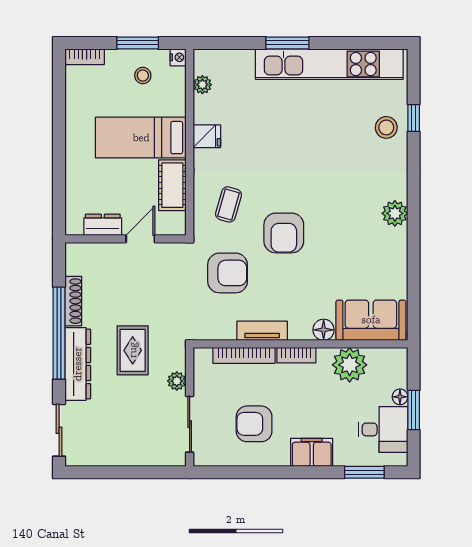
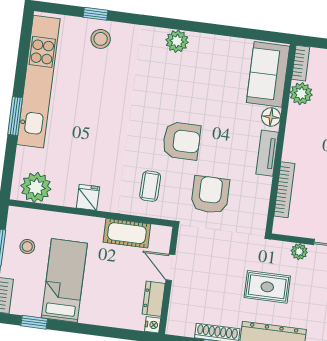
nightstand: (178, 57) -> (153, 325), moved, turned 90
plant: (202, 85) -> (36, 187), width x1.88, depth x1.88
window: (59, 94) -> (34, 322), added
bed: (141, 138) -> (64, 281), moved, turned 180
coffee table: (229, 204) -> (150, 186), turned 75
tv unit: (262, 331) -> (267, 153), moved
bookcase: (296, 355) -> (301, 63), moved
plant: (350, 365) -> (301, 94), width x0.73, depth x0.73

